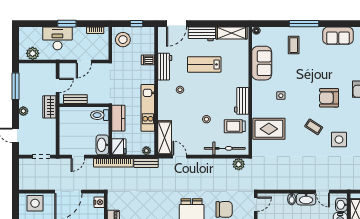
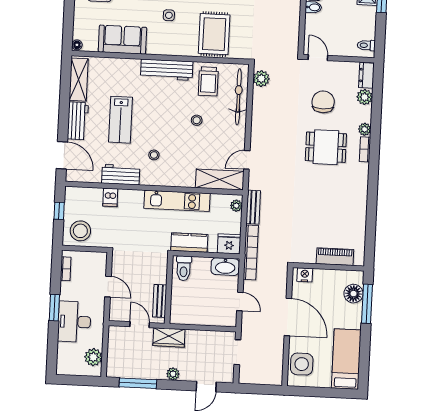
workbench: (242, 101) -> (167, 70), width x1.37

